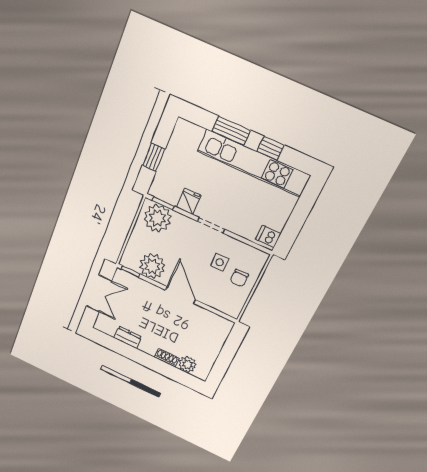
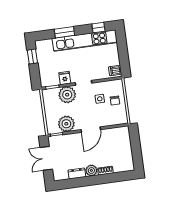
window: (271, 148) -> (98, 28), moved
window: (154, 157) -> (32, 57), moved
plant: (157, 218) -> (67, 95), moved
double door: (99, 294) -> (46, 158), swing flipped
door: (180, 295) -> (91, 130), swing flipped
plant: (187, 364) -> (91, 170), moved

